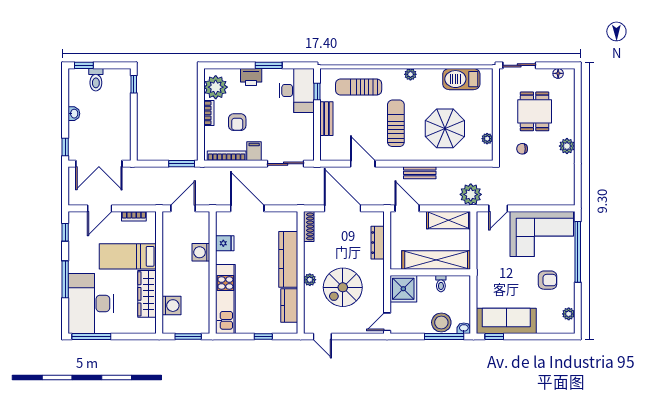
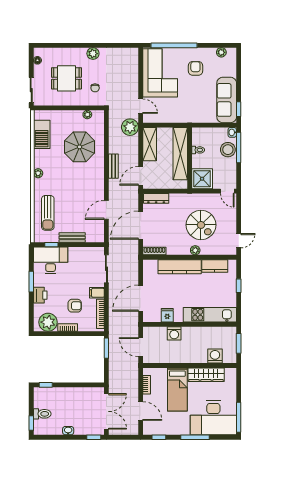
sun lounger: (396, 123) -> (76, 184), removed
dresser: (378, 243) -> (156, 198), moved

